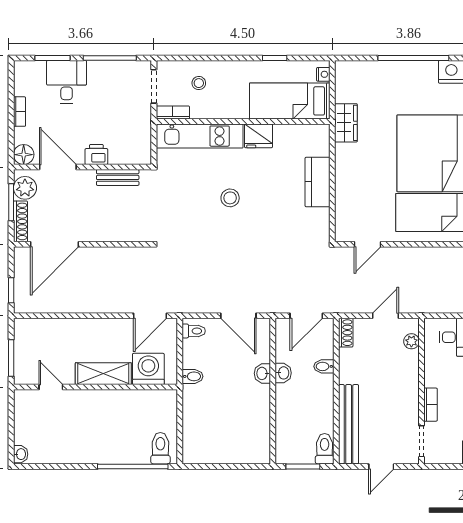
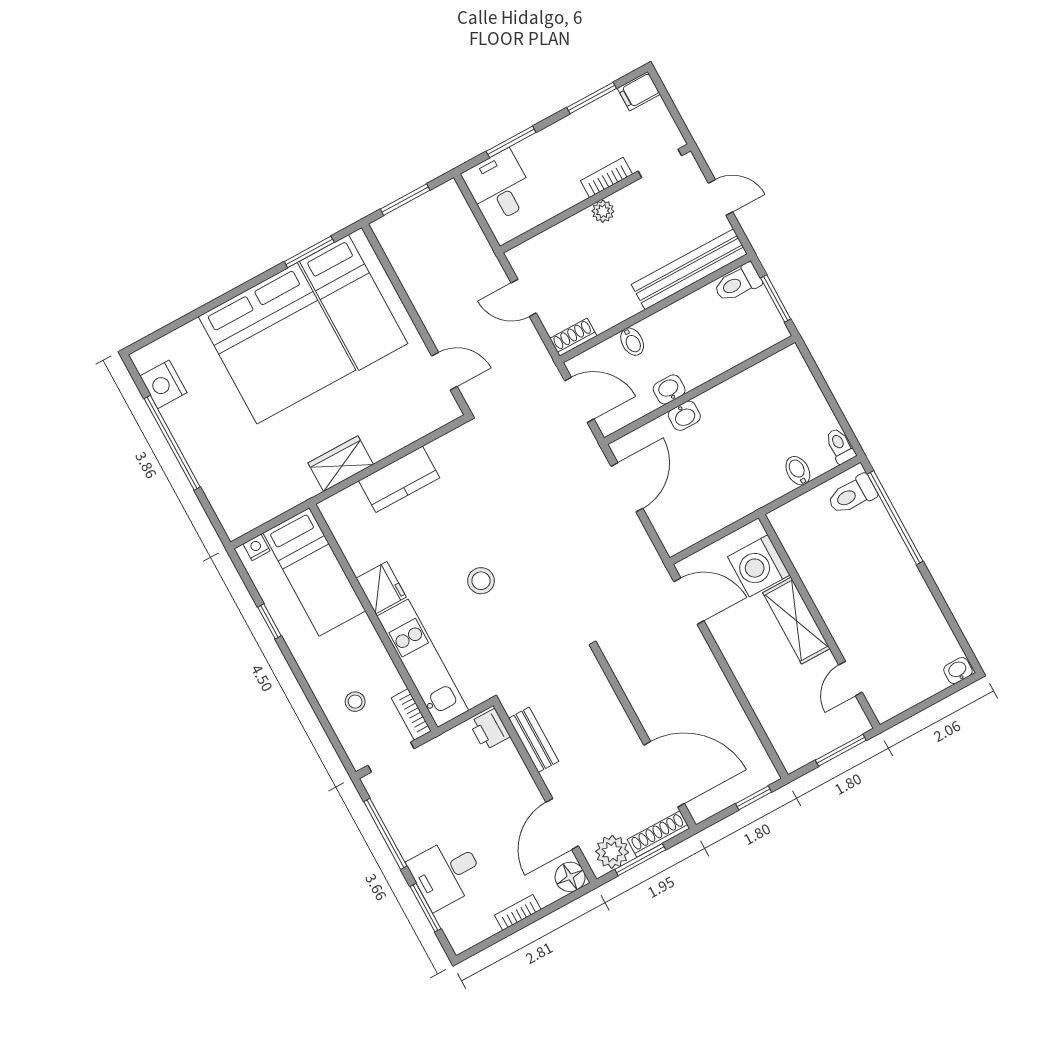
wardrobe: (346, 123) -> (341, 464), moved
printer: (96, 154) -> (490, 729), moved
toilet: (194, 331) -> (840, 446), moved
plant: (411, 341) -> (603, 211), moved
bidet: (192, 376) -> (798, 471), moved

